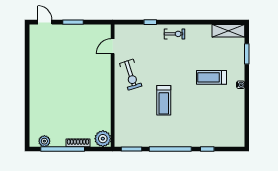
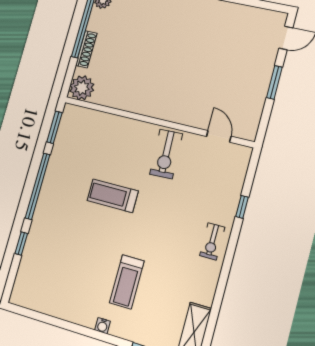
exercise bike: (131, 75) -> (166, 154), turned -74
treadmill: (211, 77) -> (127, 282), turned 180

